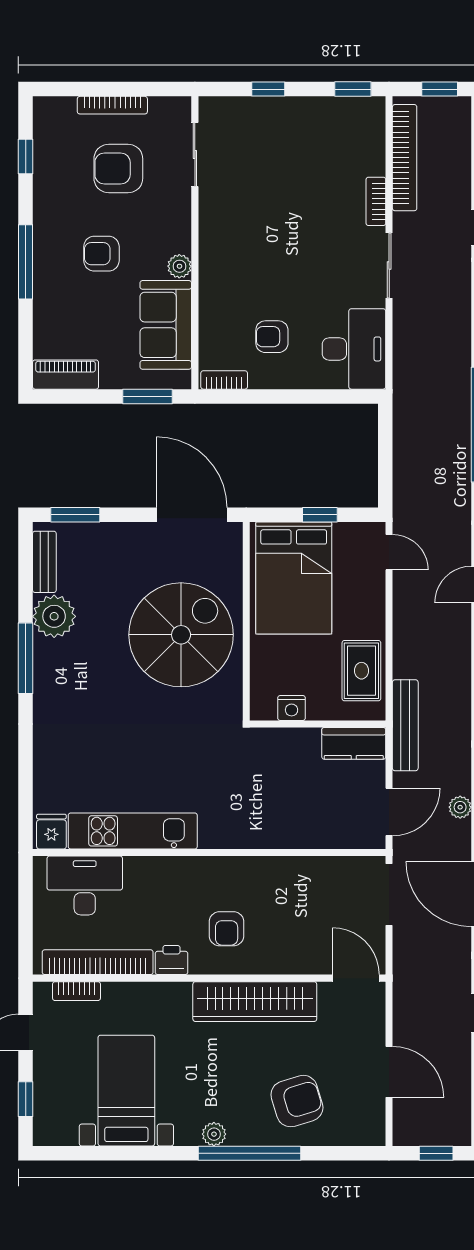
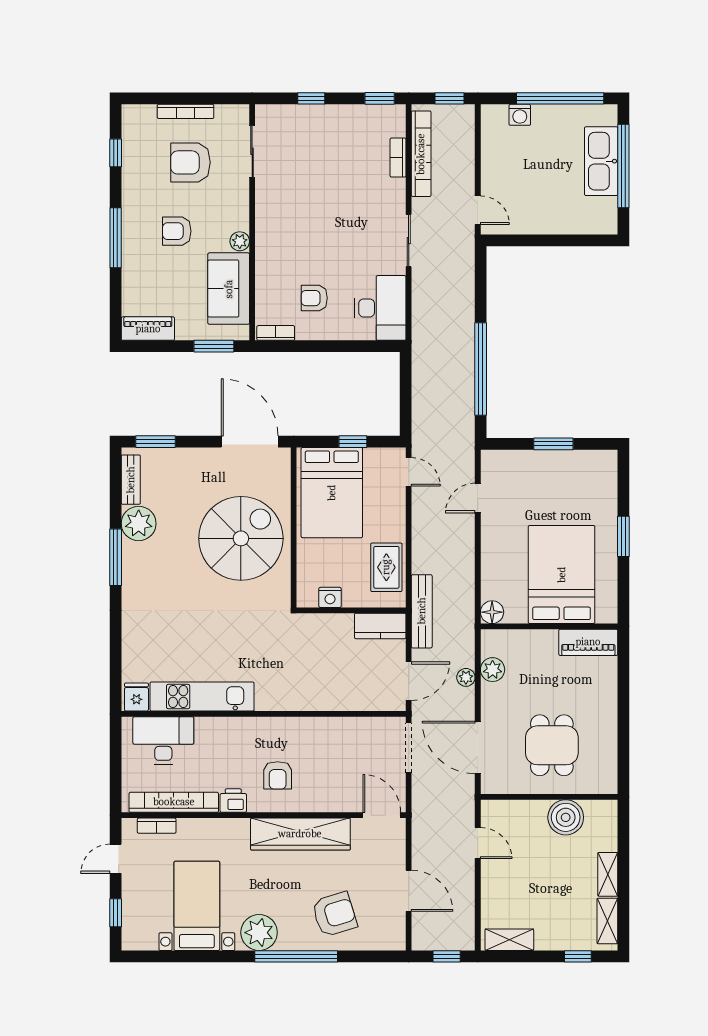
bookcase: (376, 201) -> (398, 158), moved
plant: (214, 1134) -> (259, 933), width x1.87, depth x1.87

